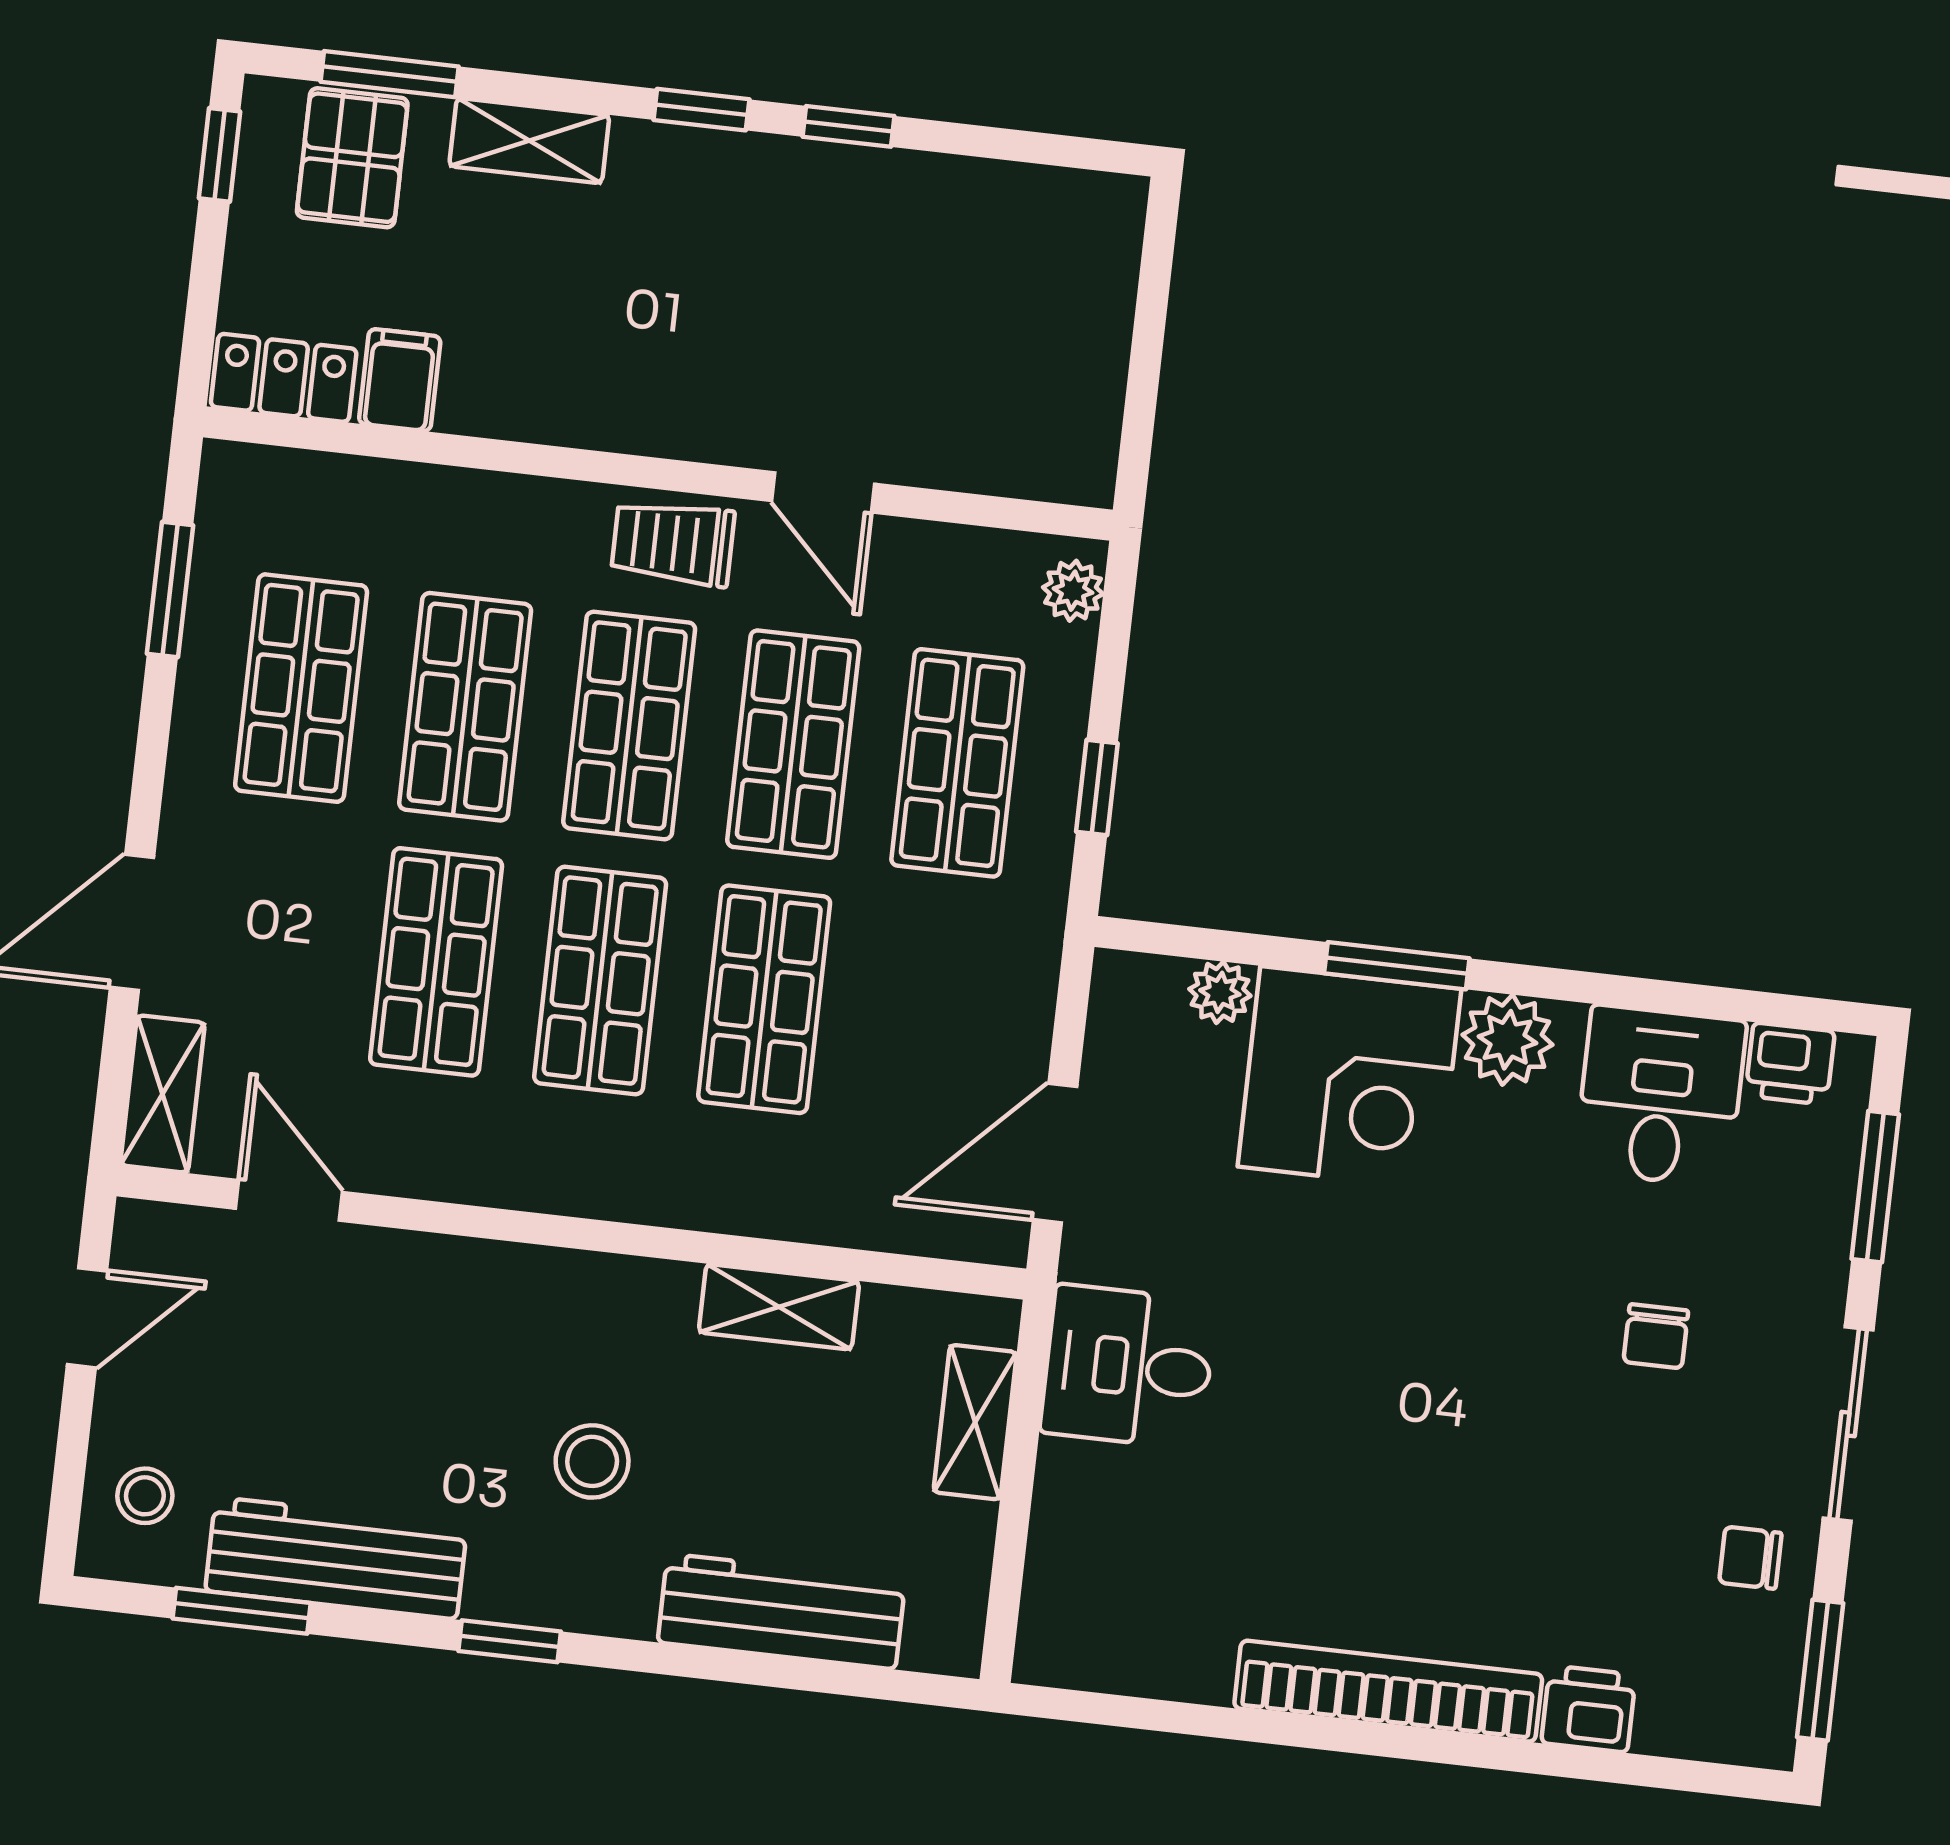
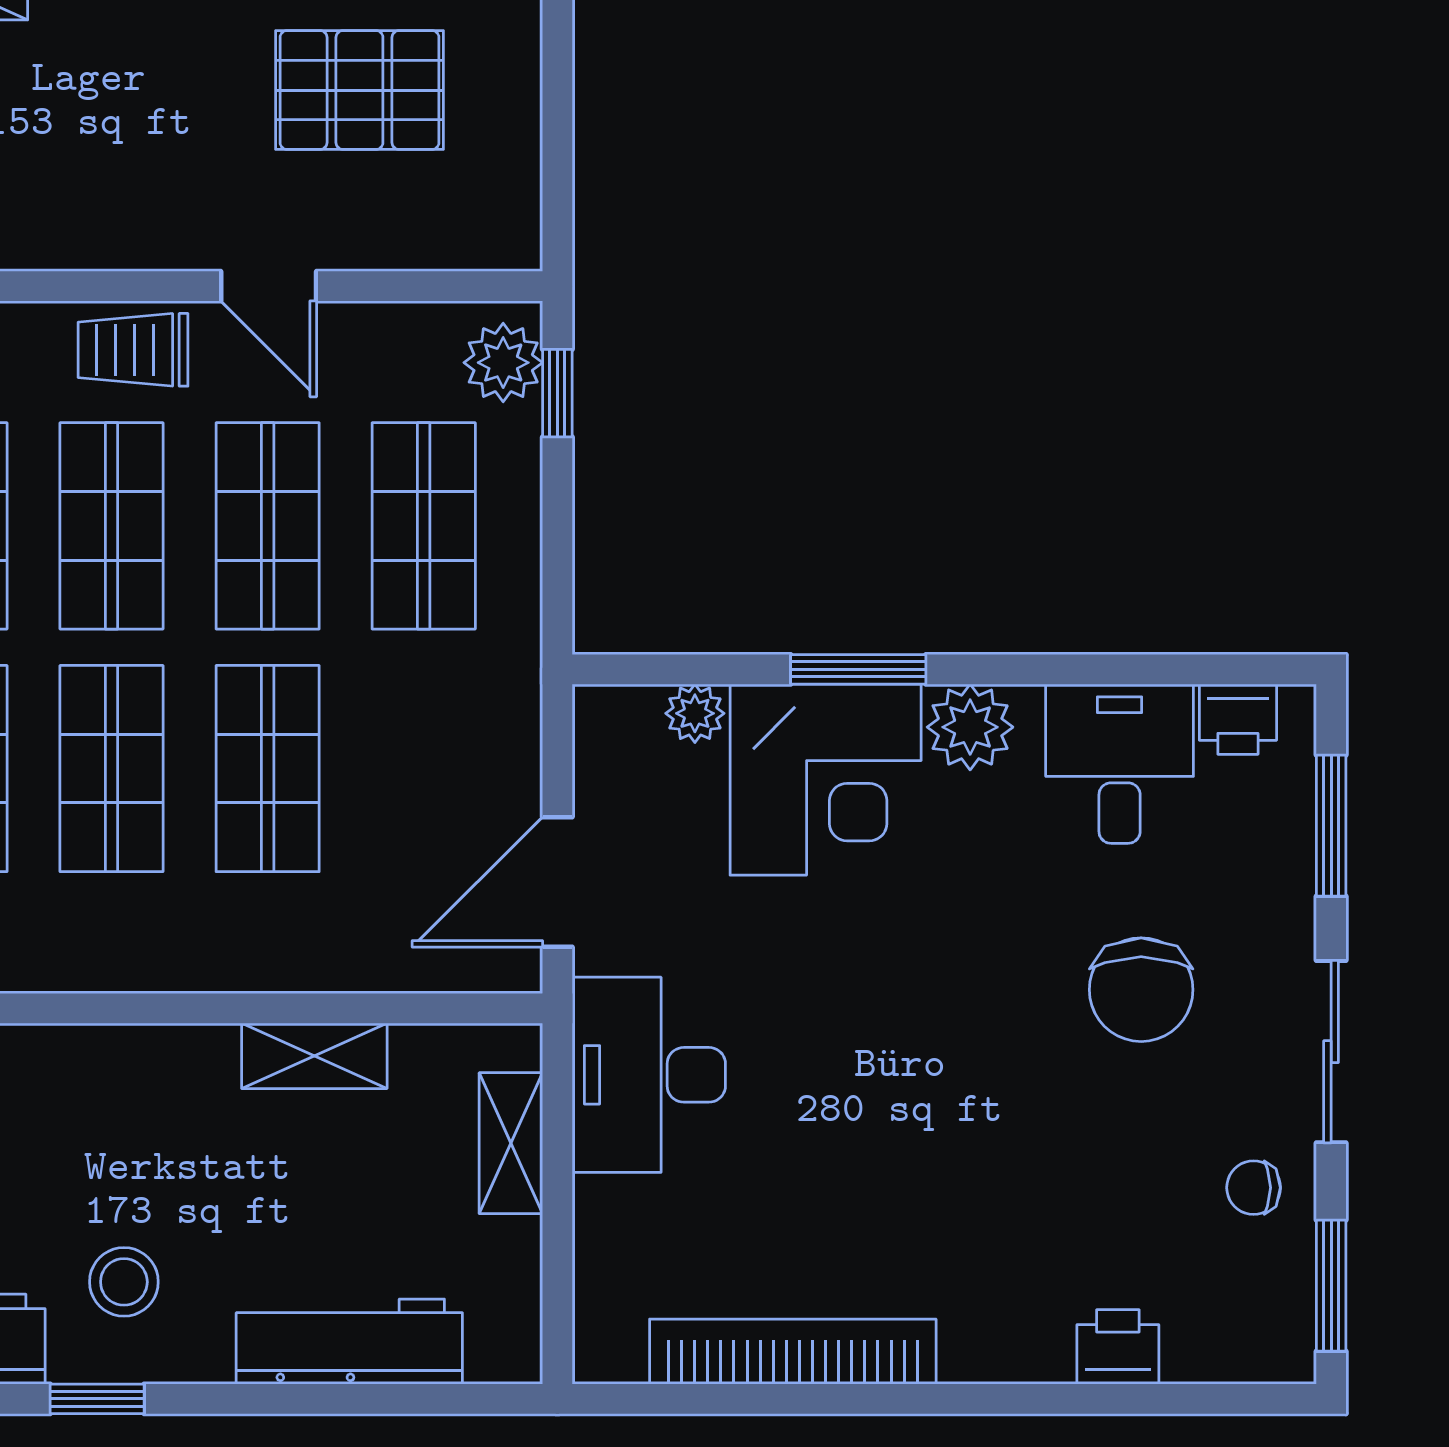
pallet: (942, 297) -> (359, 90), added
plant: (1073, 591) -> (503, 363), width x1.38, depth x1.38
window: (1097, 788) -> (557, 393), moved
chair: (1656, 1336) -> (1141, 990), width x1.87, depth x1.87
desk: (1128, 1367) -> (649, 1075), width x1.37
stool: (592, 1461) -> (124, 1282), moved
bookcase: (1388, 1691) -> (793, 1352), moved

